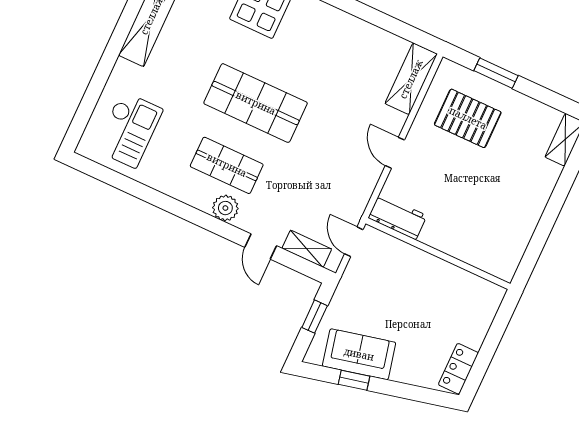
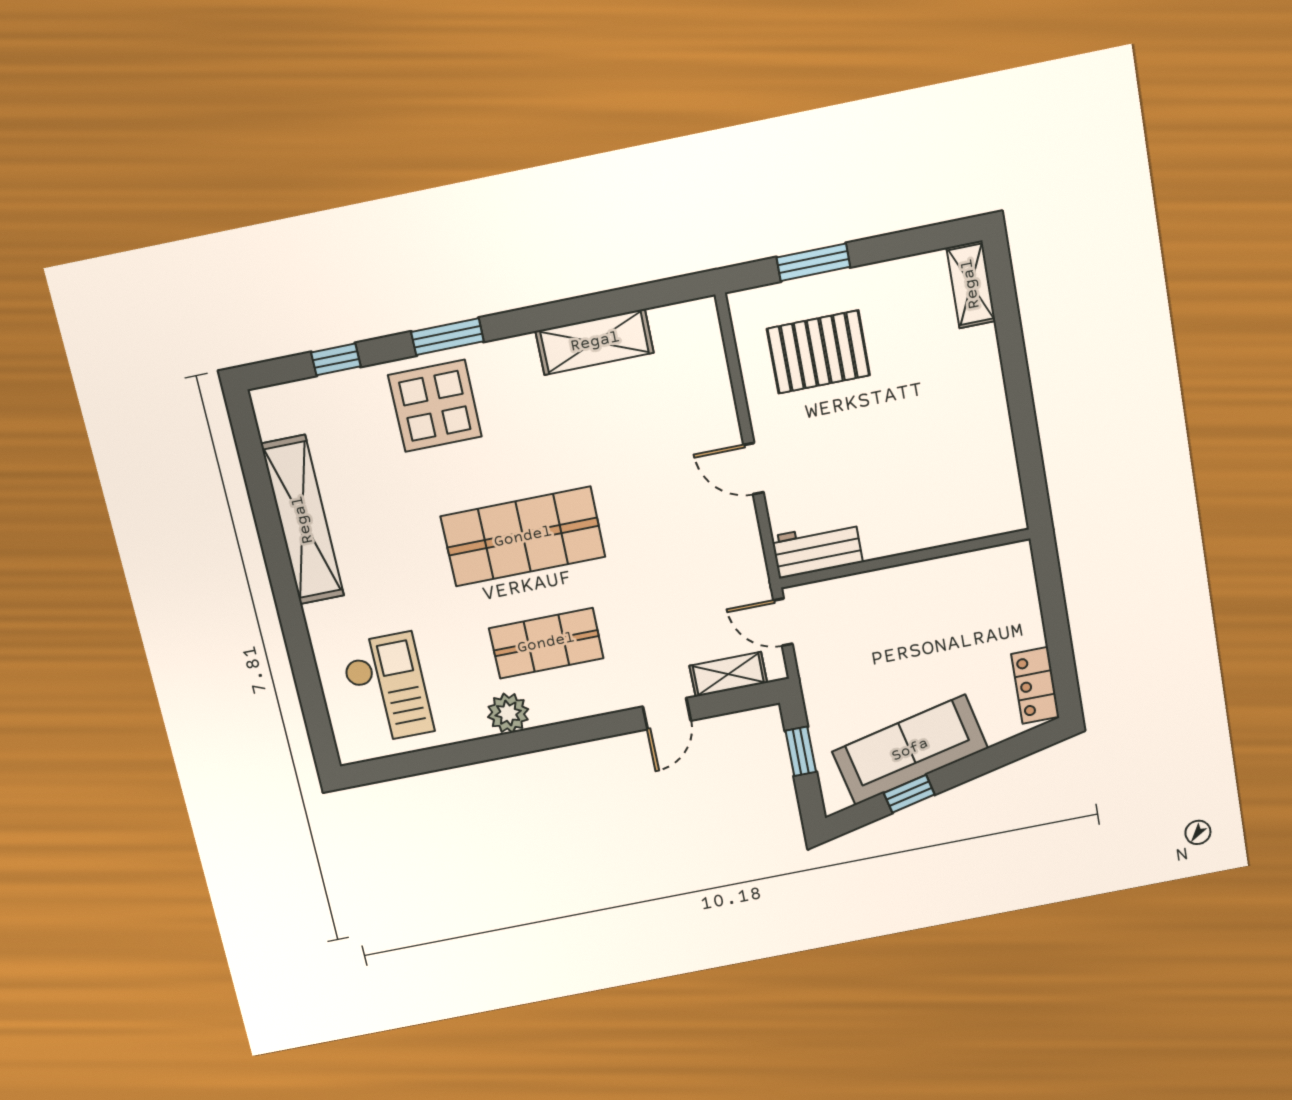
shelving: (411, 79) -> (595, 342), moved, turned 90
plant: (225, 208) -> (508, 713), moved
door: (261, 246) -> (667, 714), hinge flipped
sofa: (359, 354) -> (910, 750), width x1.36

